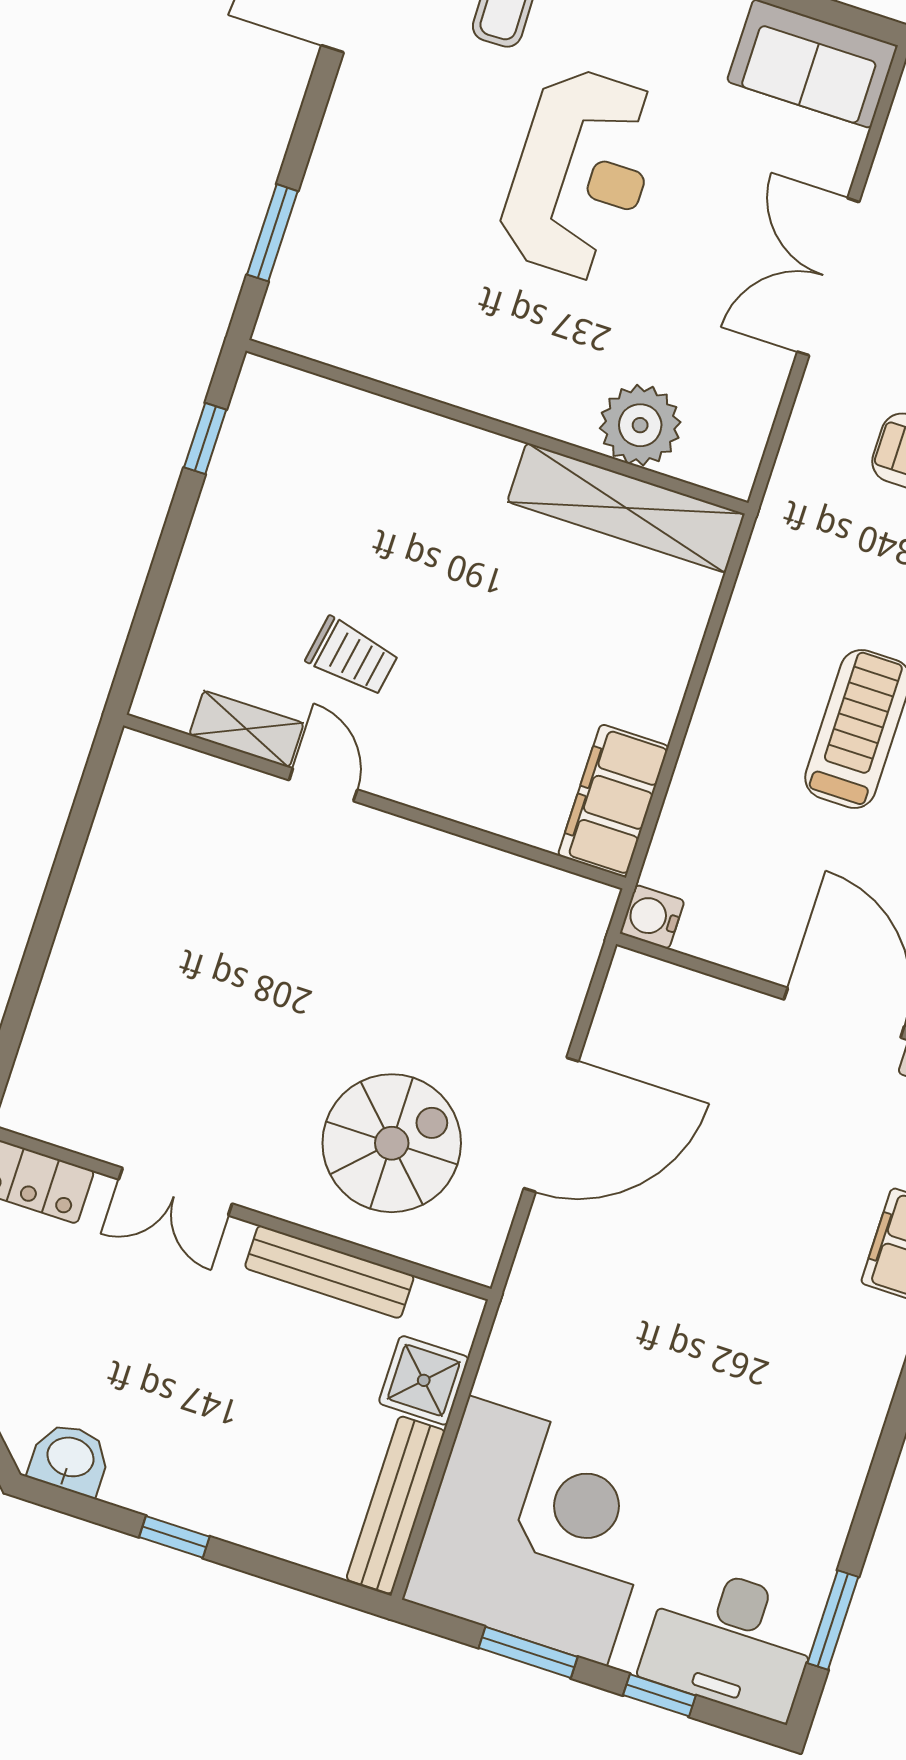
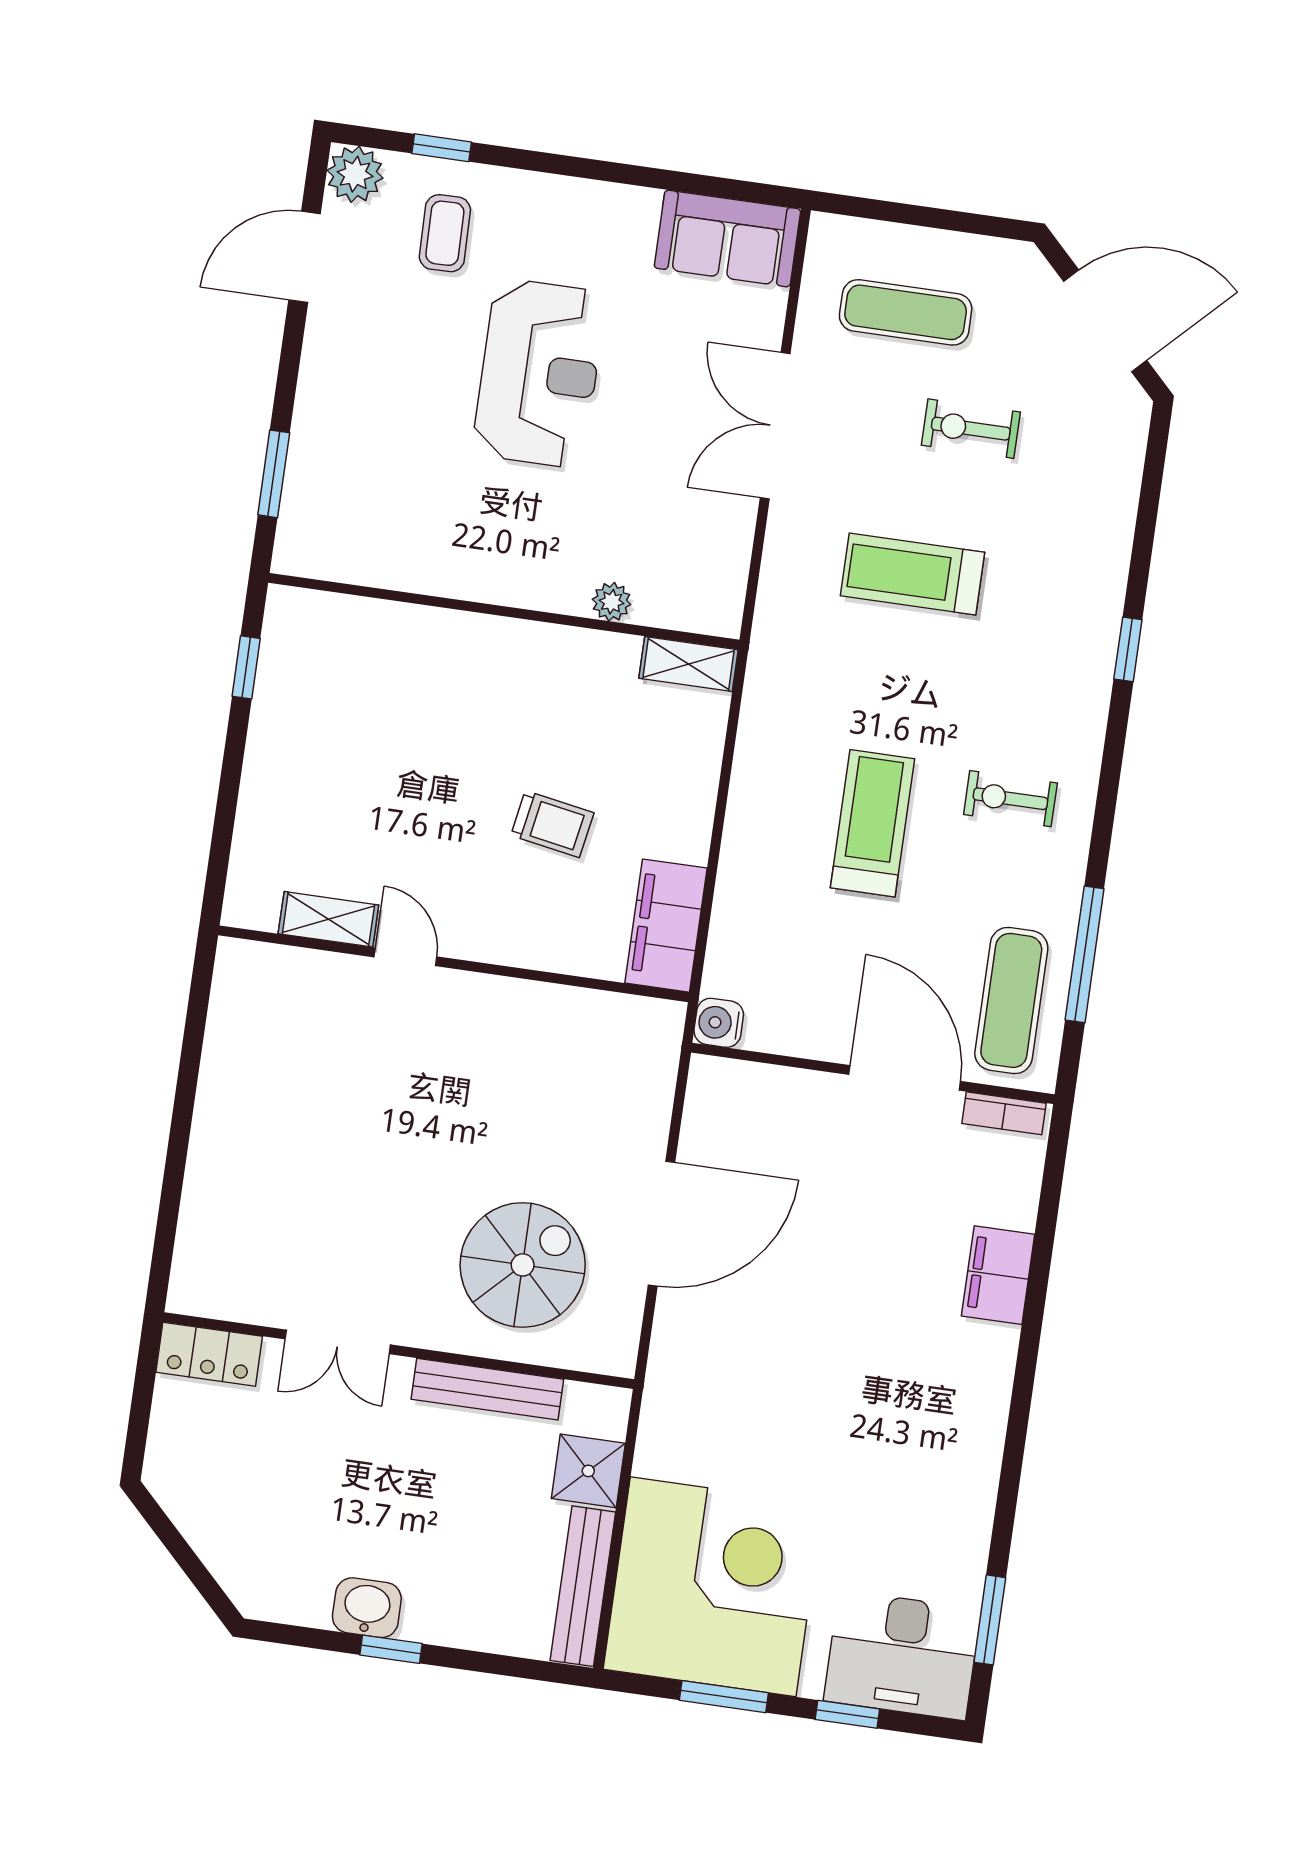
plant: (640, 425) -> (612, 602), width x0.53, depth x0.53
shelving: (626, 508) -> (688, 664), width x0.45, depth x0.75
trolley: (352, 657) -> (552, 824), moved
washbasin: (70, 1459) -> (367, 1608), moved

